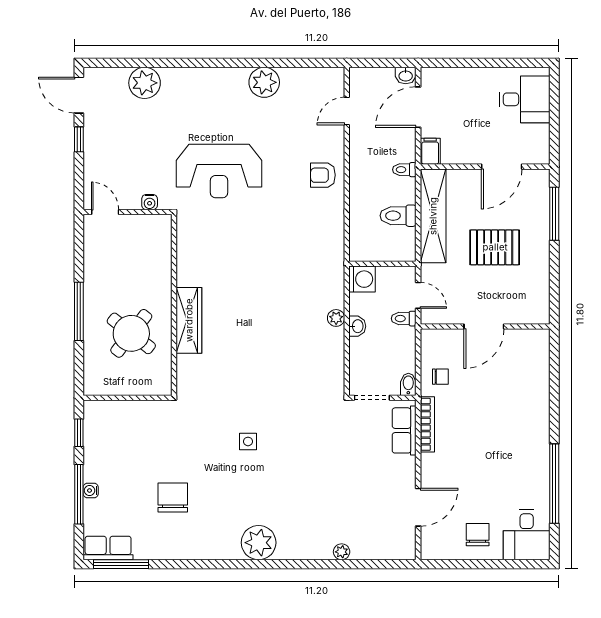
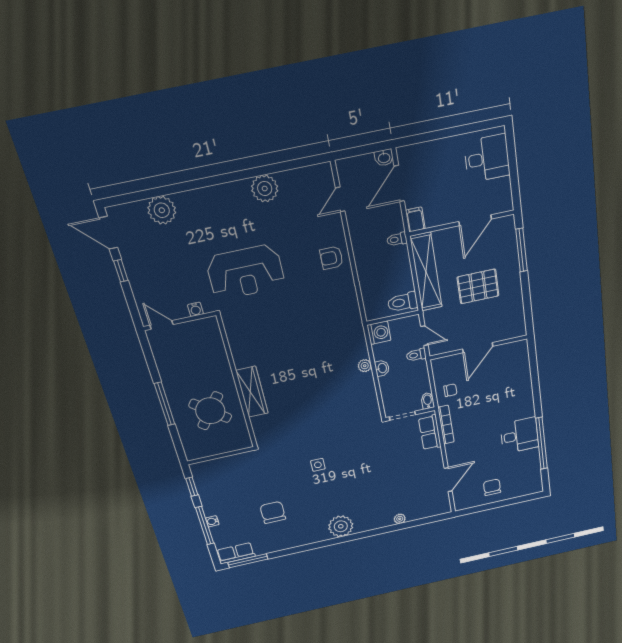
toilet: (398, 216) -> (403, 302), moved
desk: (527, 535) -> (519, 435), moved, turned -90

